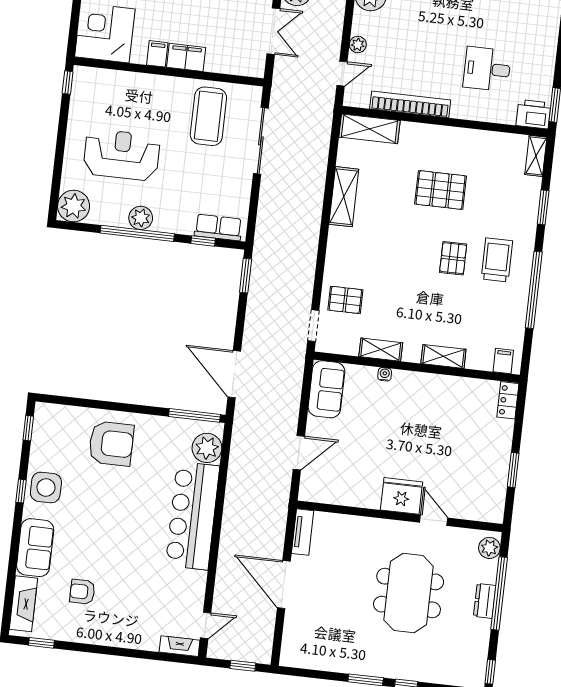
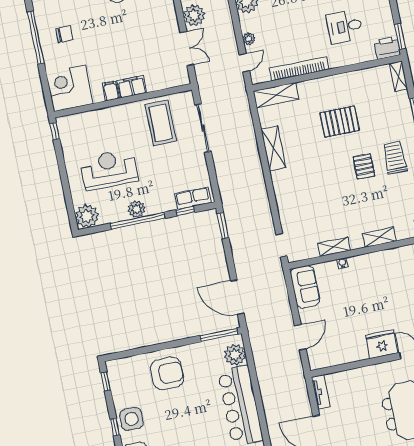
pallet: (345, 300) -> (298, 220), removed

